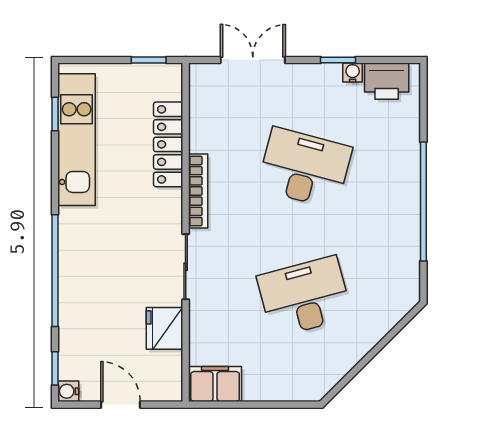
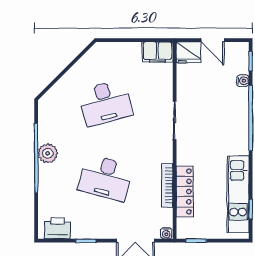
water cooler: (353, 73) -> (166, 233), moved
bookcase: (198, 191) -> (167, 185), moved
plant: (404, 210) -> (48, 153), added
fridge: (165, 328) -> (189, 52), moved, turned 90
water cooler: (68, 391) -> (243, 81), moved

